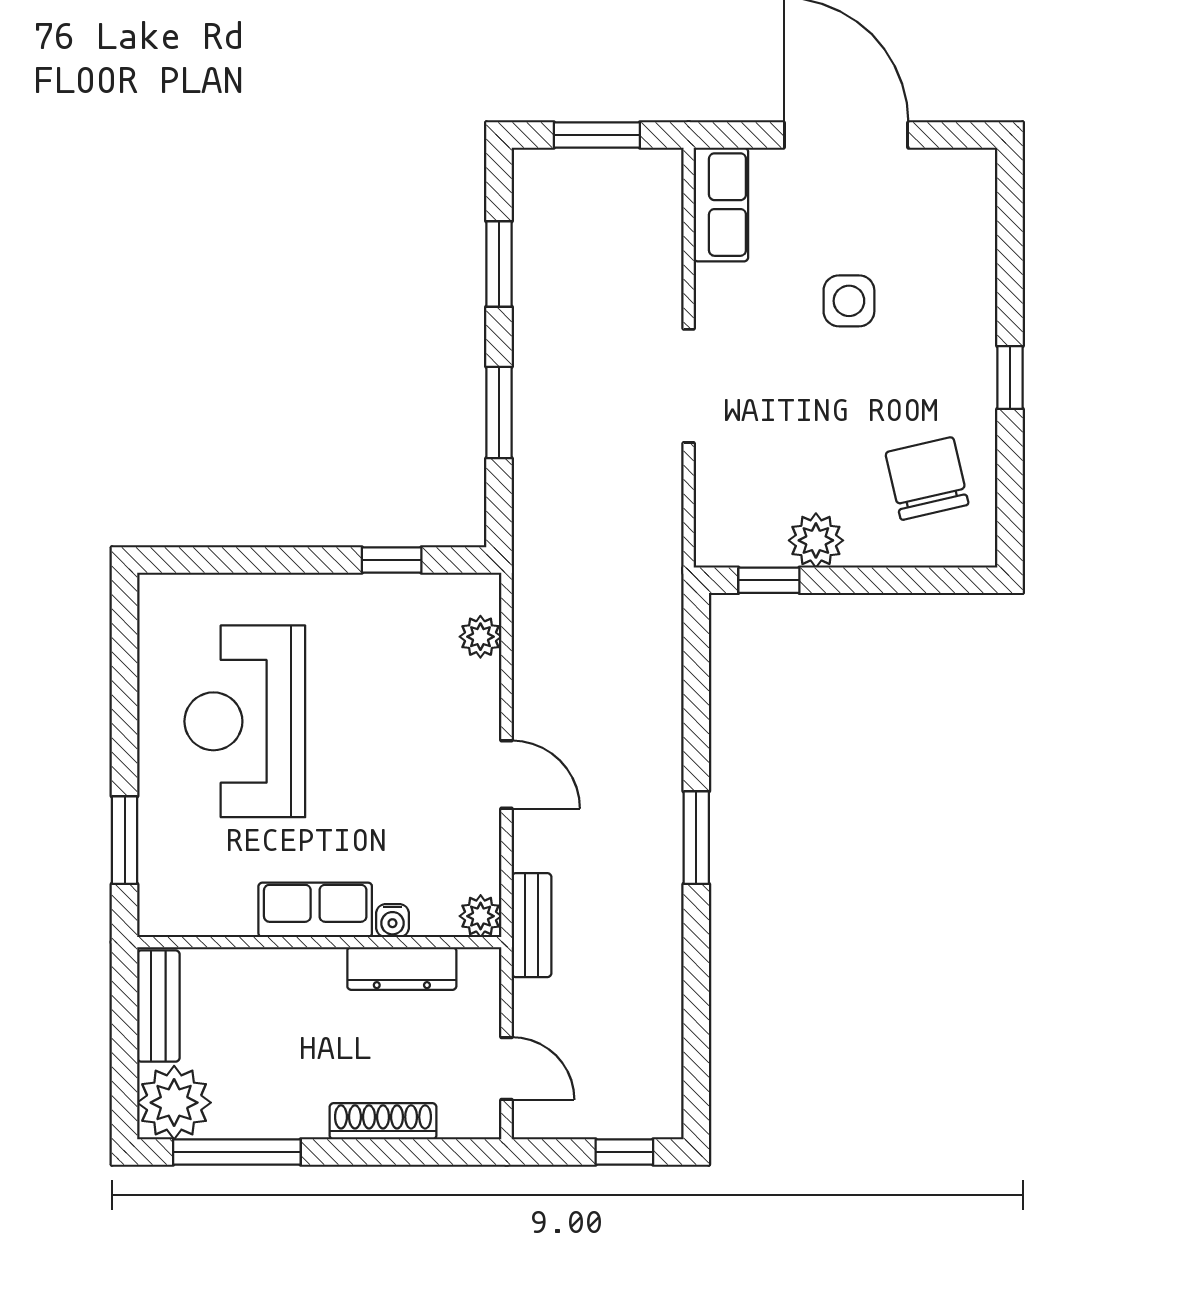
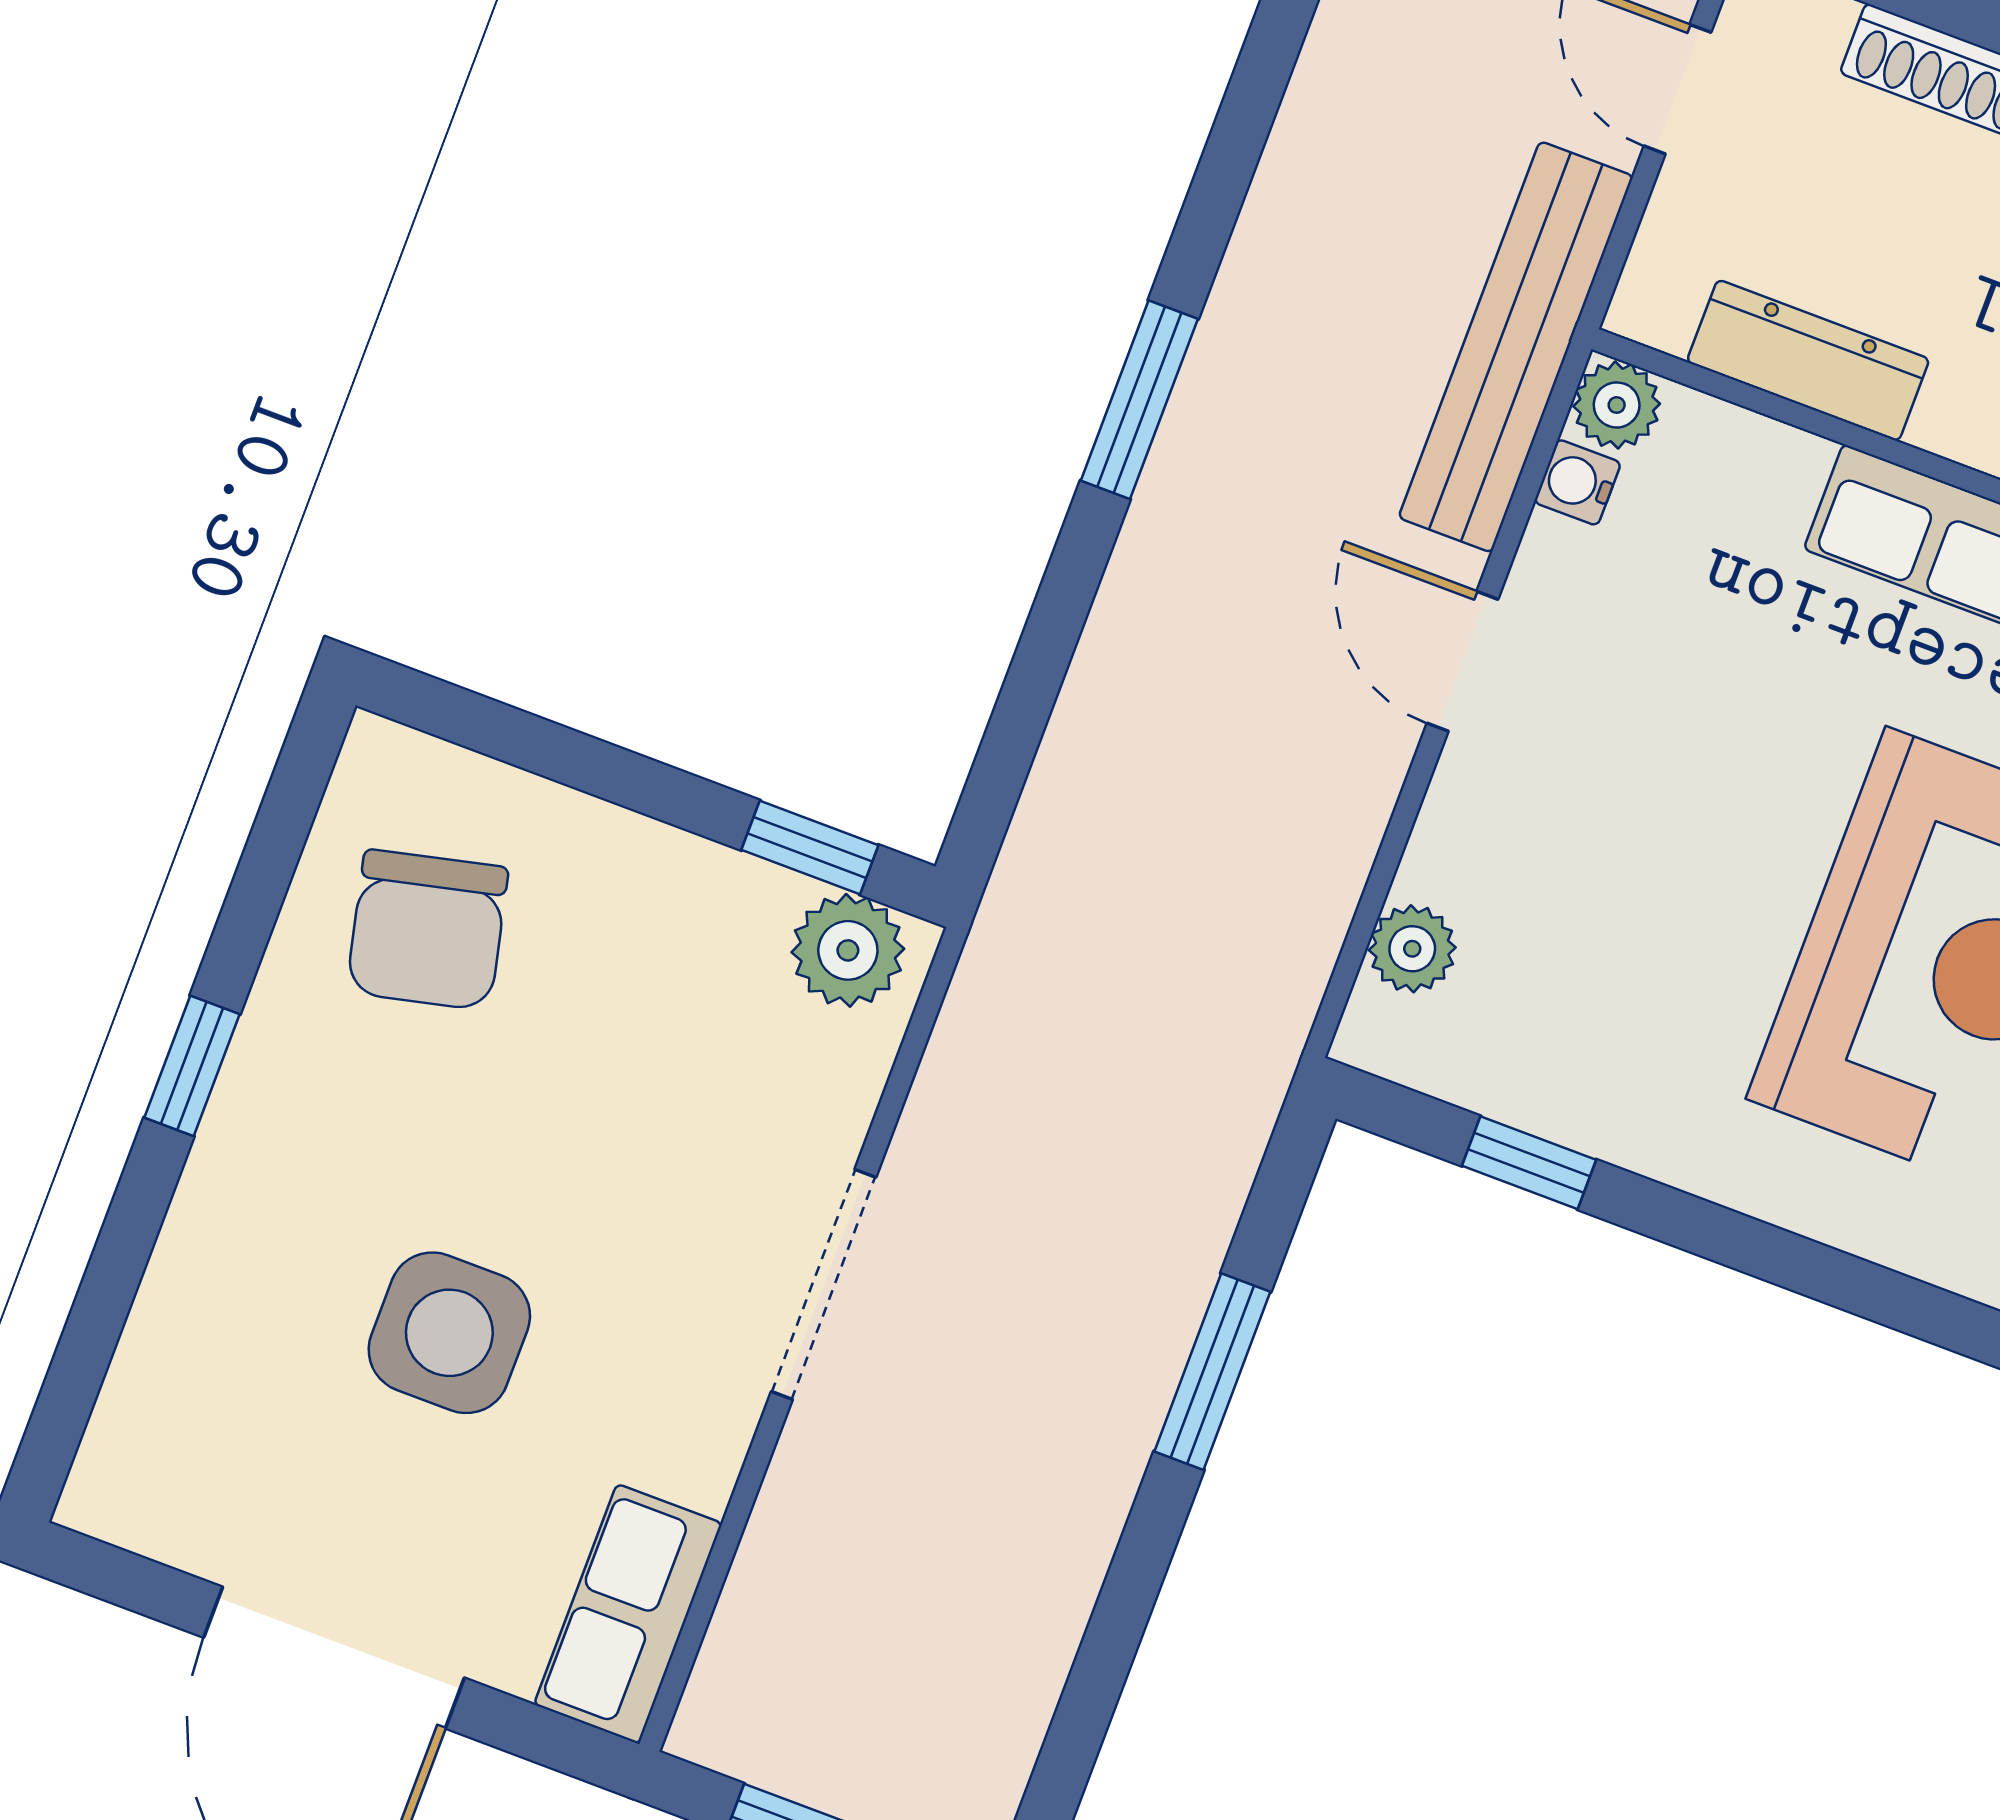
window: (499, 264) -> (1104, 1660), removed
side table: (849, 301) -> (449, 1333), width x1.37, depth x1.37
plant: (816, 540) -> (848, 950), moved
water cooler: (392, 921) -> (1577, 482), moved, turned -90
bench: (531, 925) -> (1516, 347), width x1.86, depth x1.21

